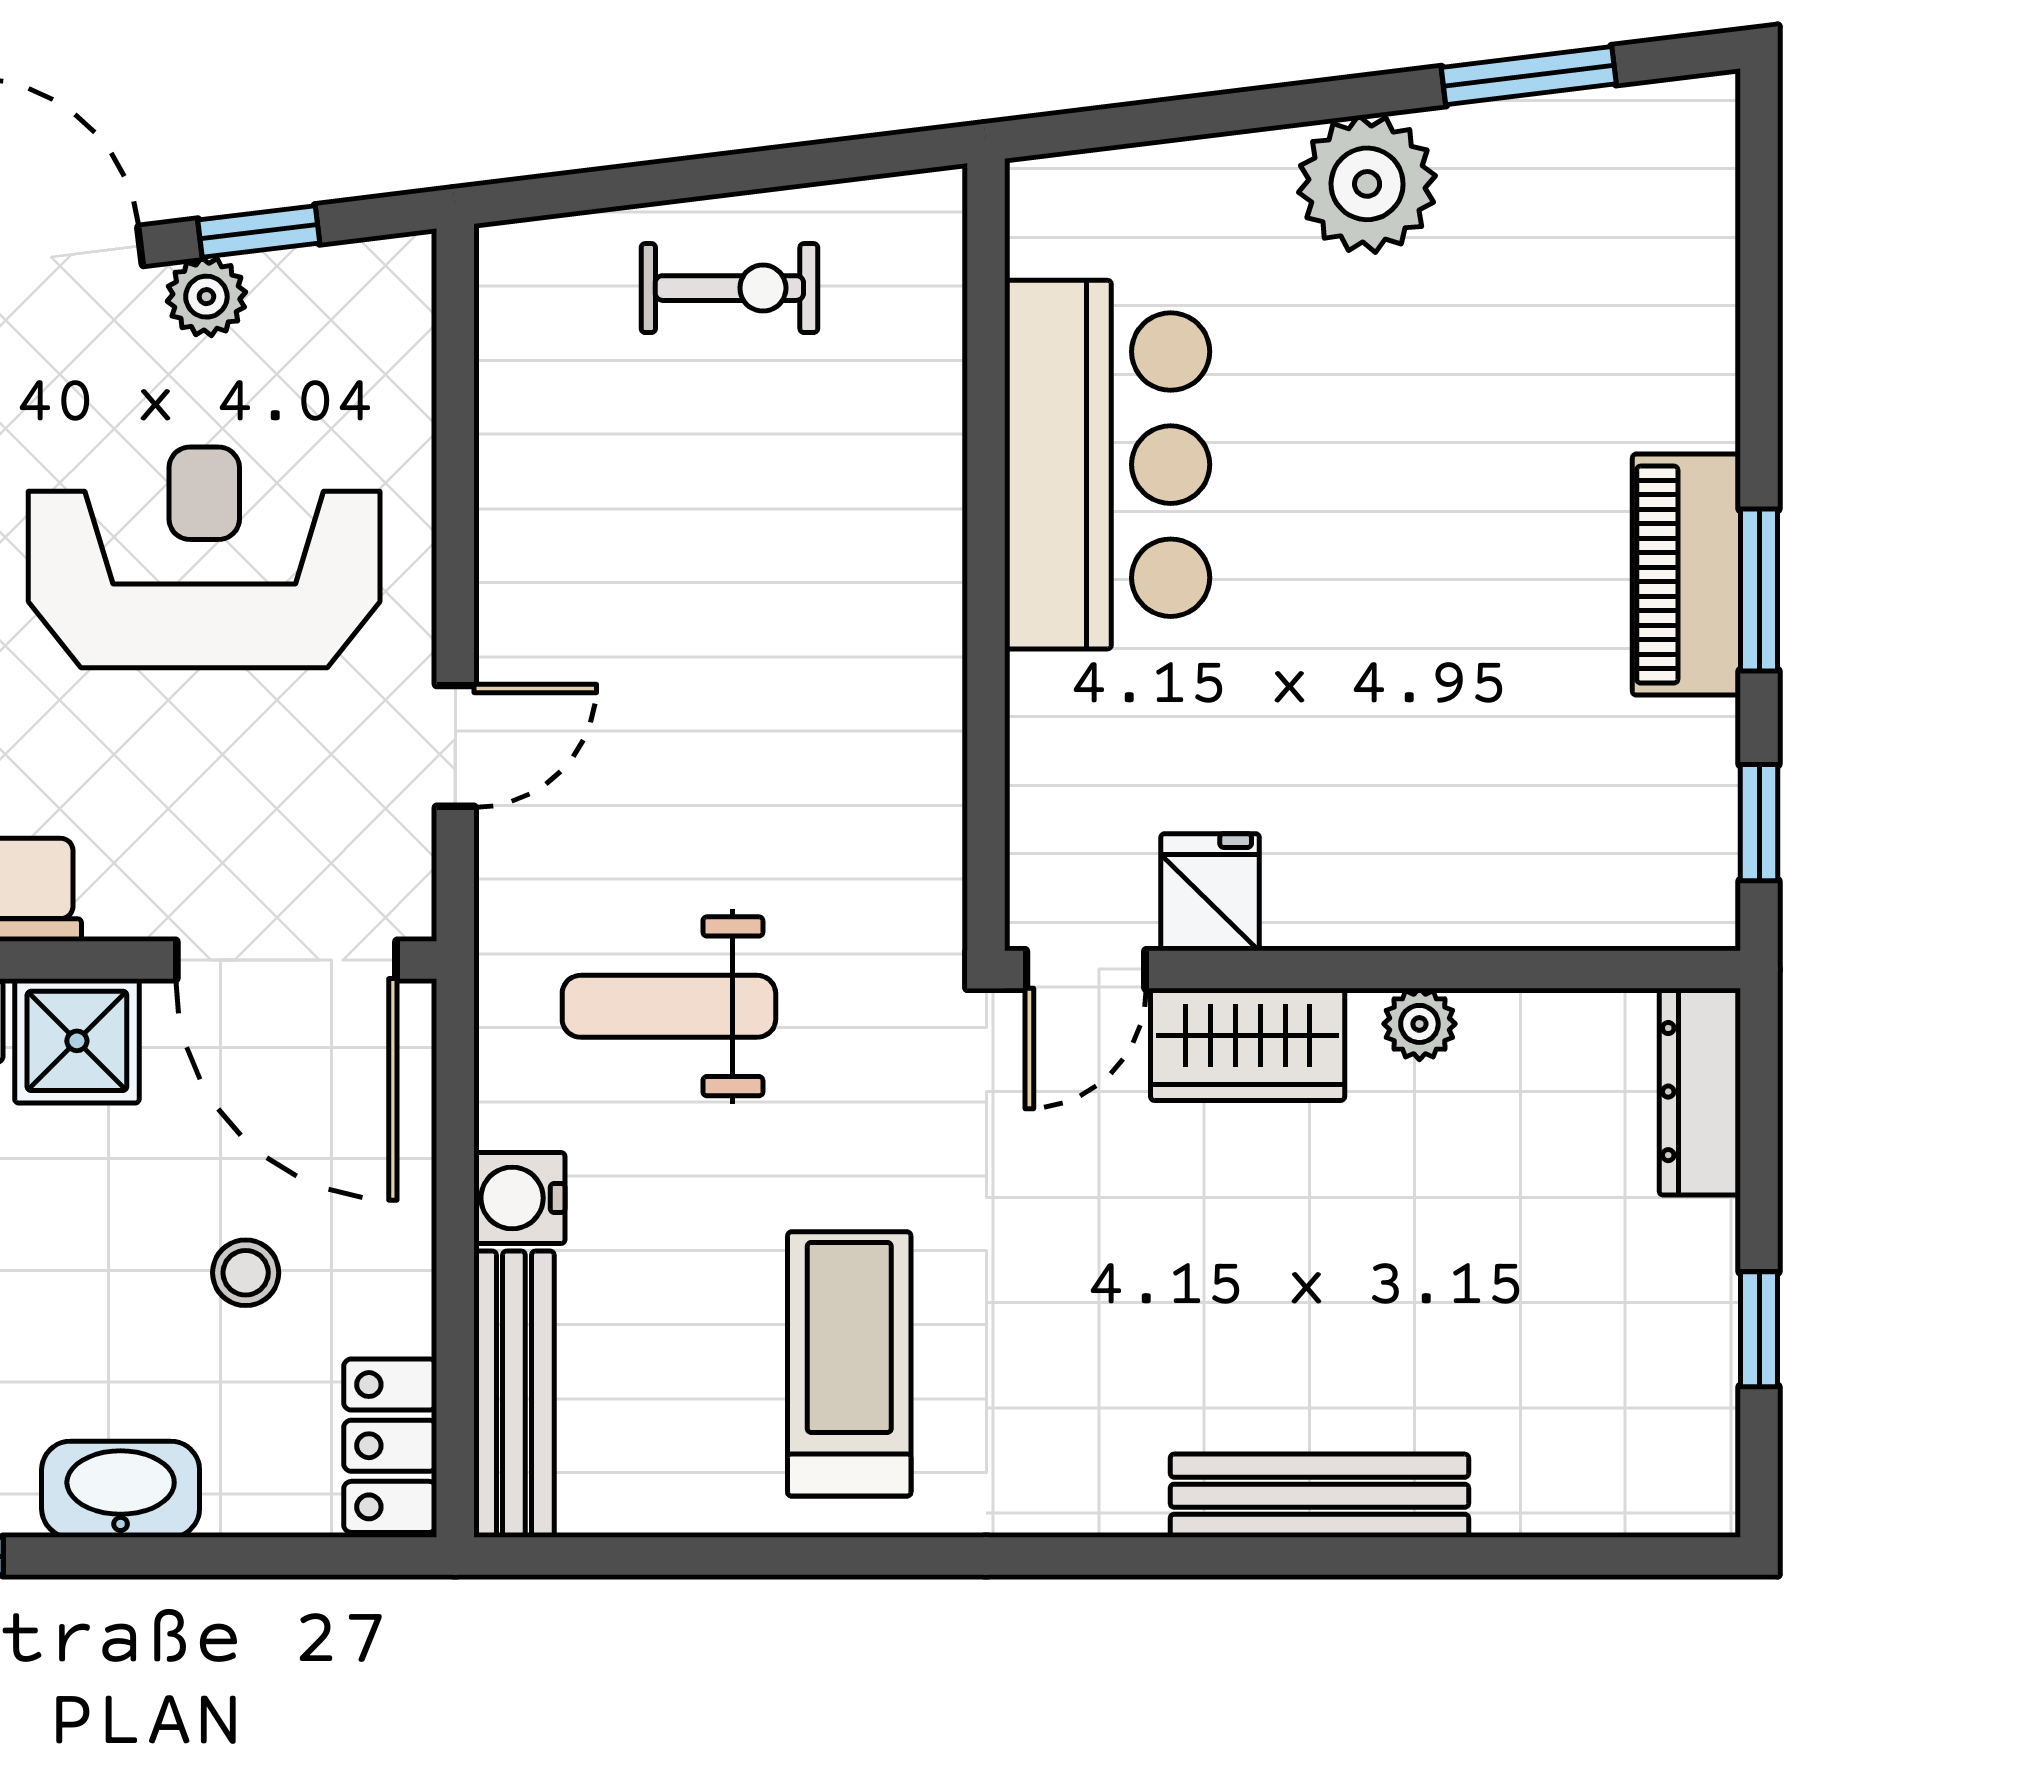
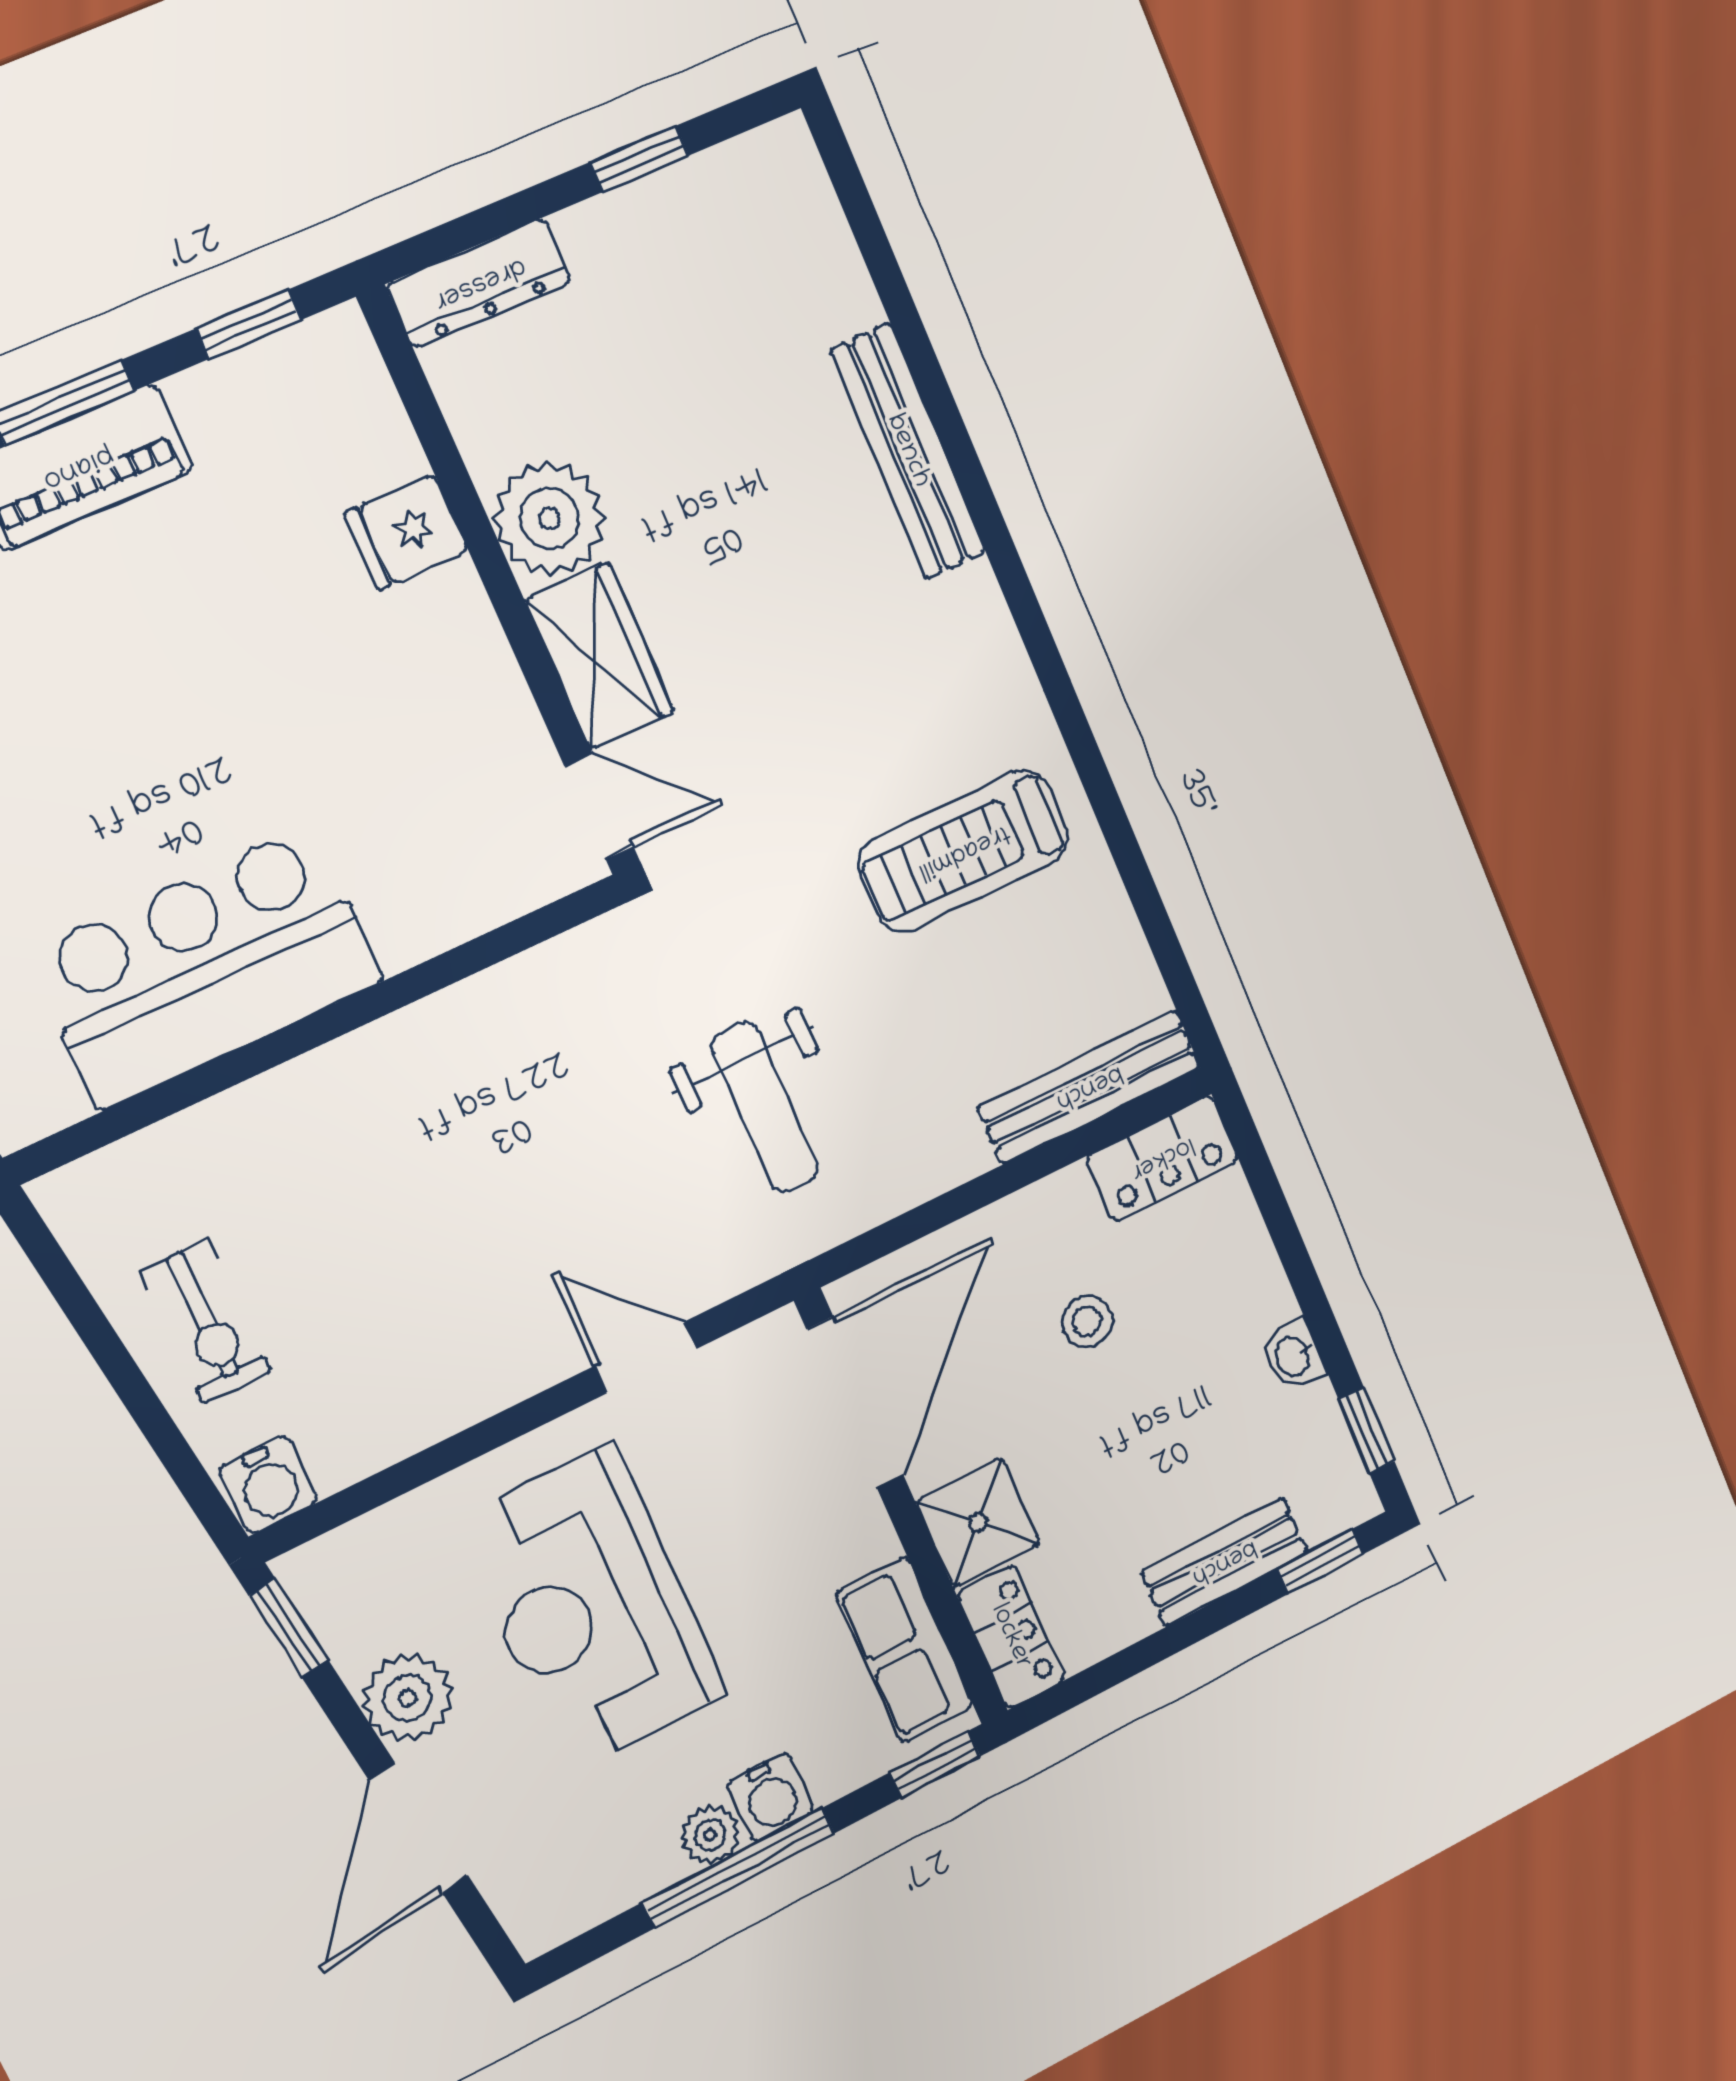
window: (259, 232) -> (288, 1628), moved
exercise bike: (729, 288) -> (206, 1321), turned 180
plant: (206, 297) -> (408, 1698), width x1.38, depth x1.38
fridge: (1210, 892) -> (407, 532), moved
plant: (1419, 1024) -> (549, 518), width x1.88, depth x1.88
water cooler: (519, 1198) -> (268, 1485), moved
washbasin: (121, 1489) -> (1293, 1356), width x0.52, depth x0.69

